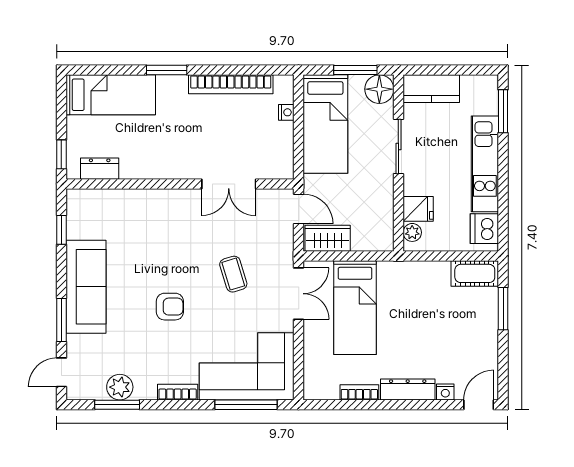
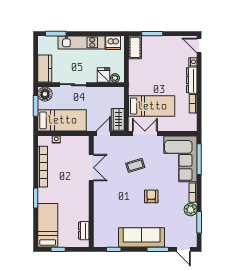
window: (61, 154) -> (58, 249), moved
plant: (120, 387) -> (191, 210), moved

